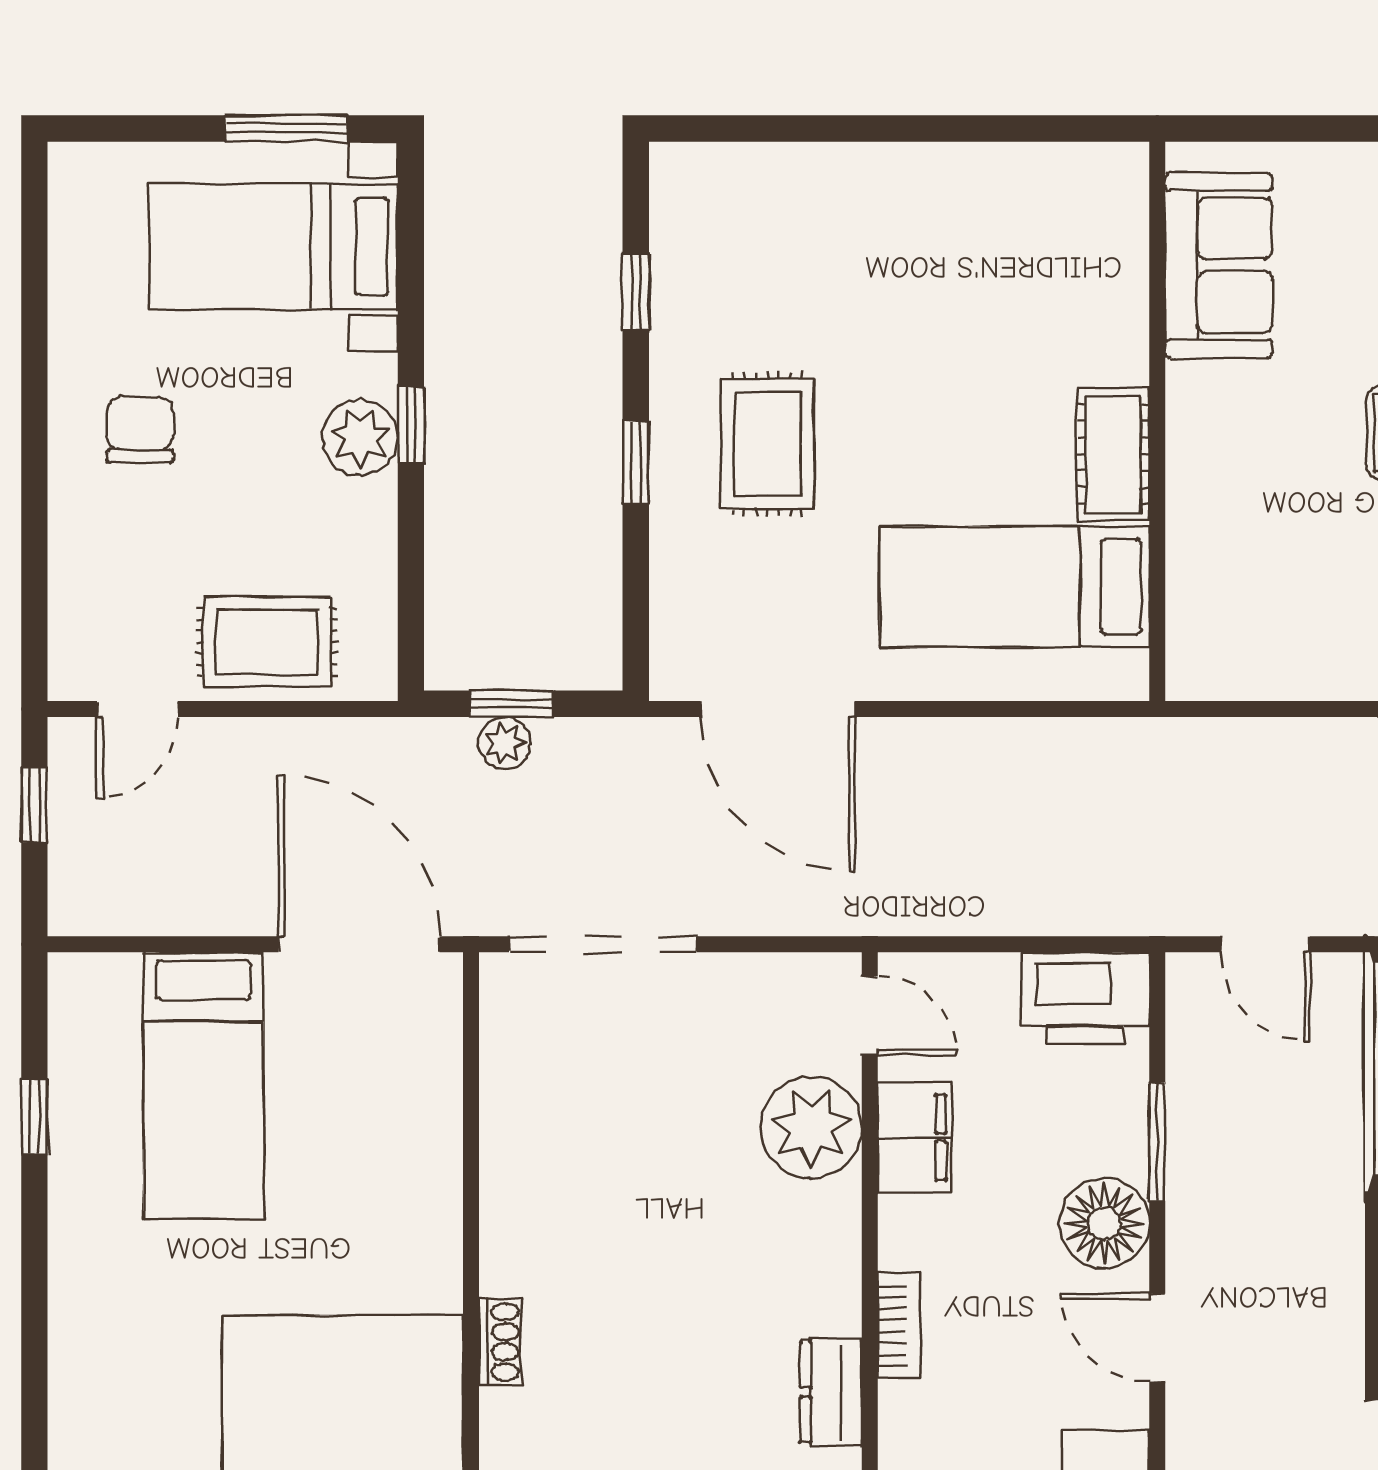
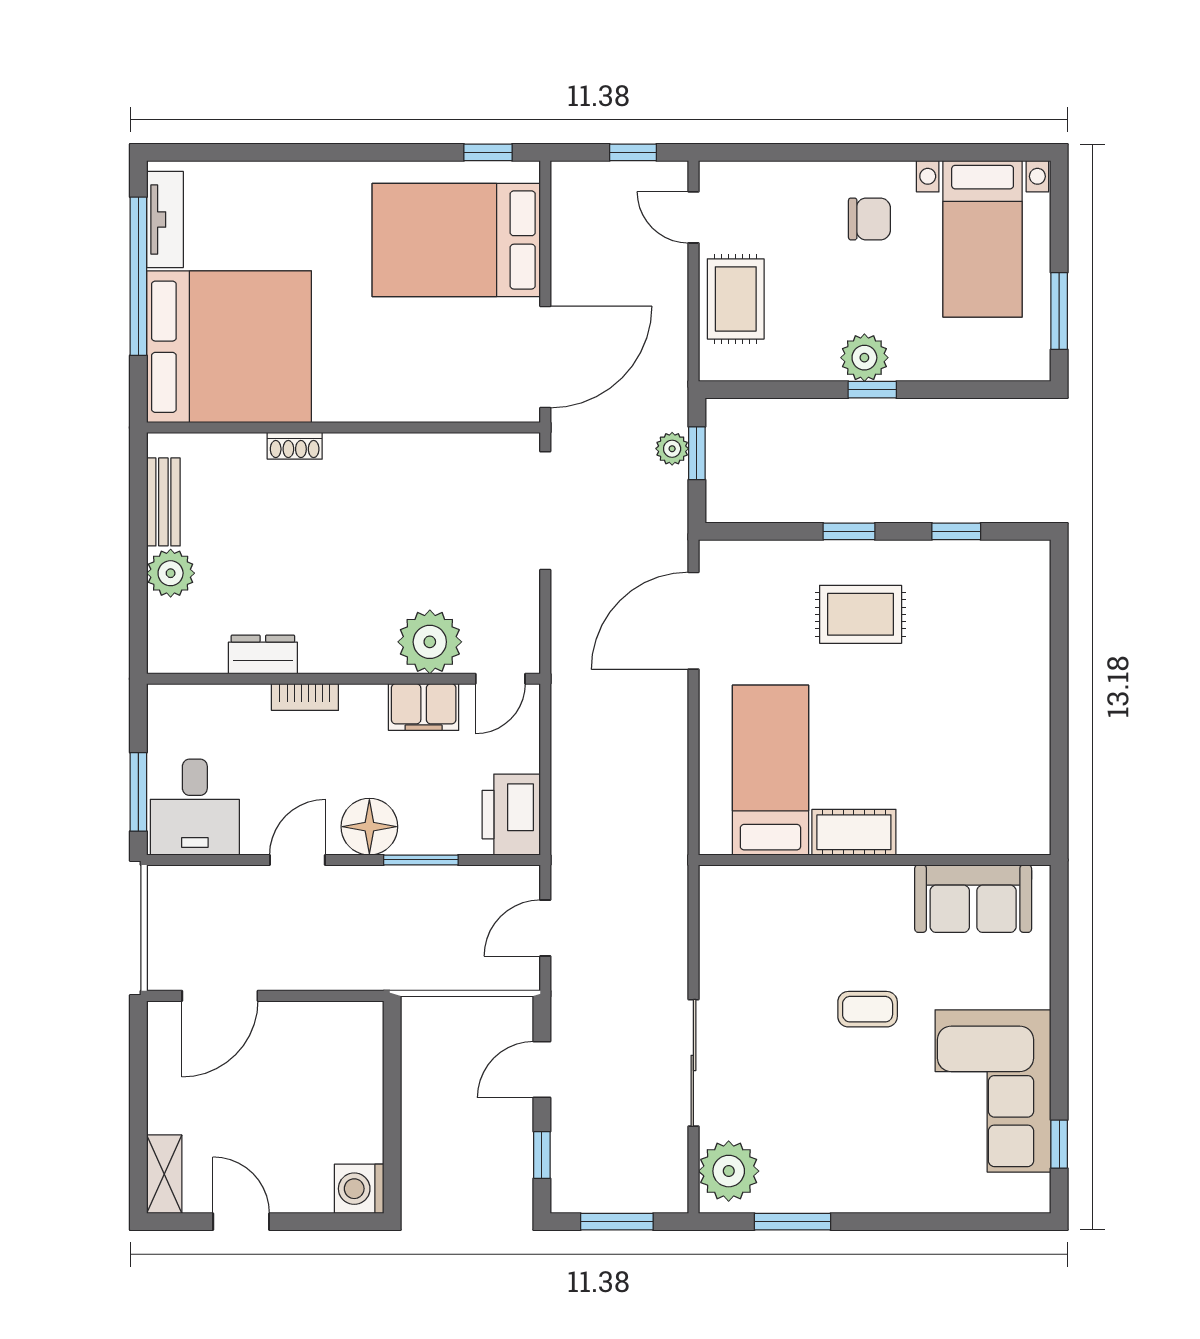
bed with nightstands: (274, 247) -> (983, 239), moved, turned 180
bed: (203, 1085) -> (456, 240), width x1.50
window: (34, 1116) -> (488, 152), moved

